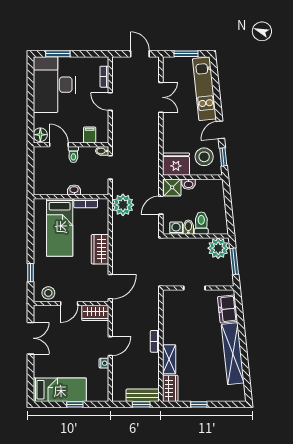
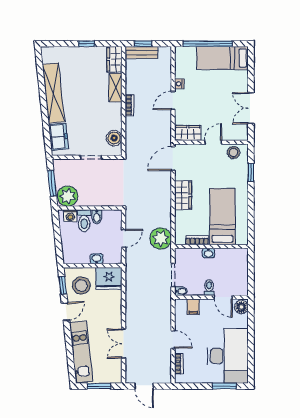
shower: (172, 187) -> (113, 256), removed
washing machine: (176, 228) -> (70, 216), moved
boiler: (171, 308) -> (114, 138), added
window: (75, 404) -> (208, 44), width x3.17

